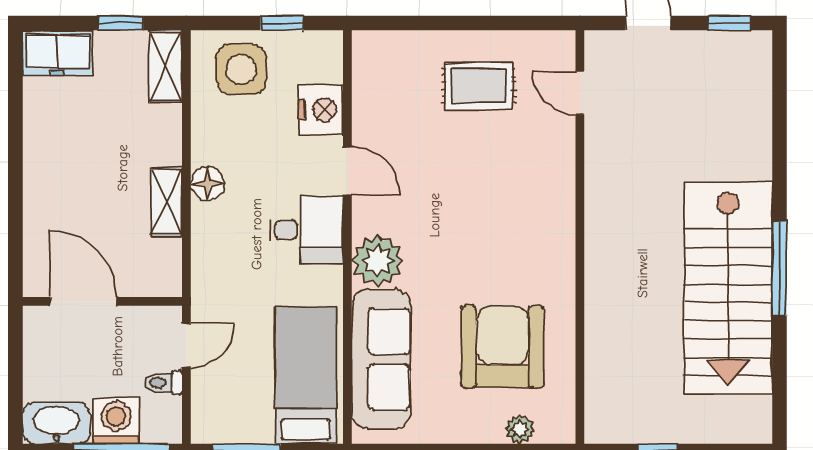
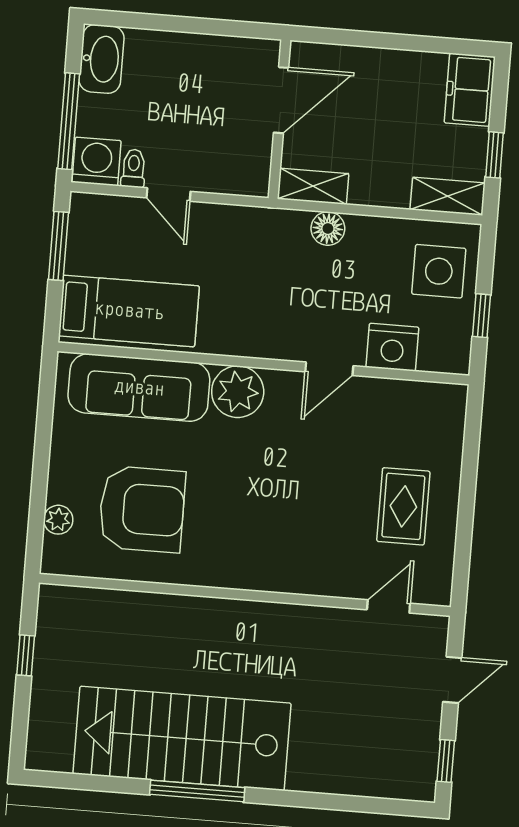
desk: (306, 230) -> (274, 323), removed
door: (83, 301) -> (281, 100), moved
wall: (102, 301) -> (279, 119), moved
washing machine: (116, 421) -> (97, 161), moved, turned -90

